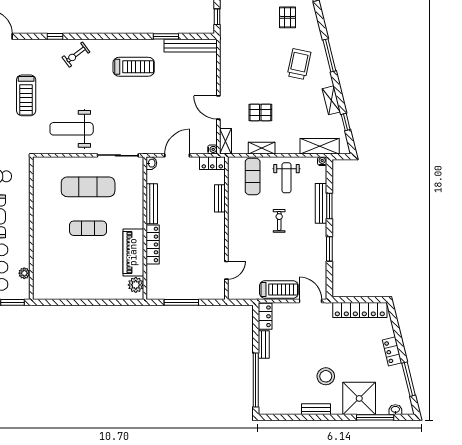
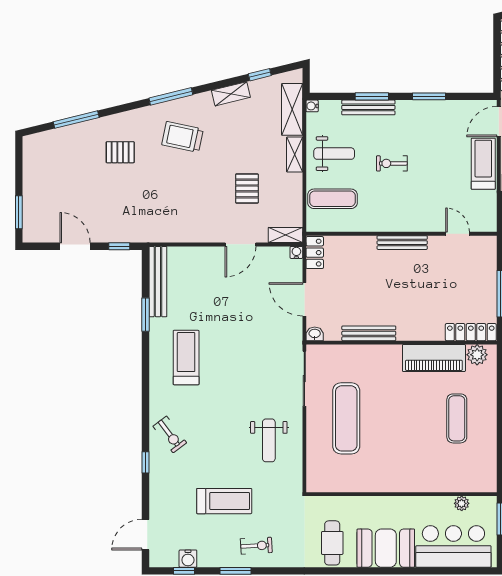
weight bench: (72, 129) -> (269, 440), width x0.73, depth x0.75
shelving: (262, 148) -> (295, 155), moved
bench: (220, 198) -> (402, 243), moved, width x1.36
exercise mat: (88, 228) -> (457, 418), moved
locker: (153, 244) -> (471, 332), moved

